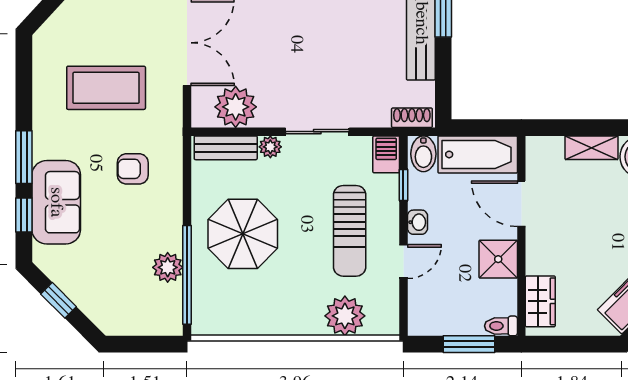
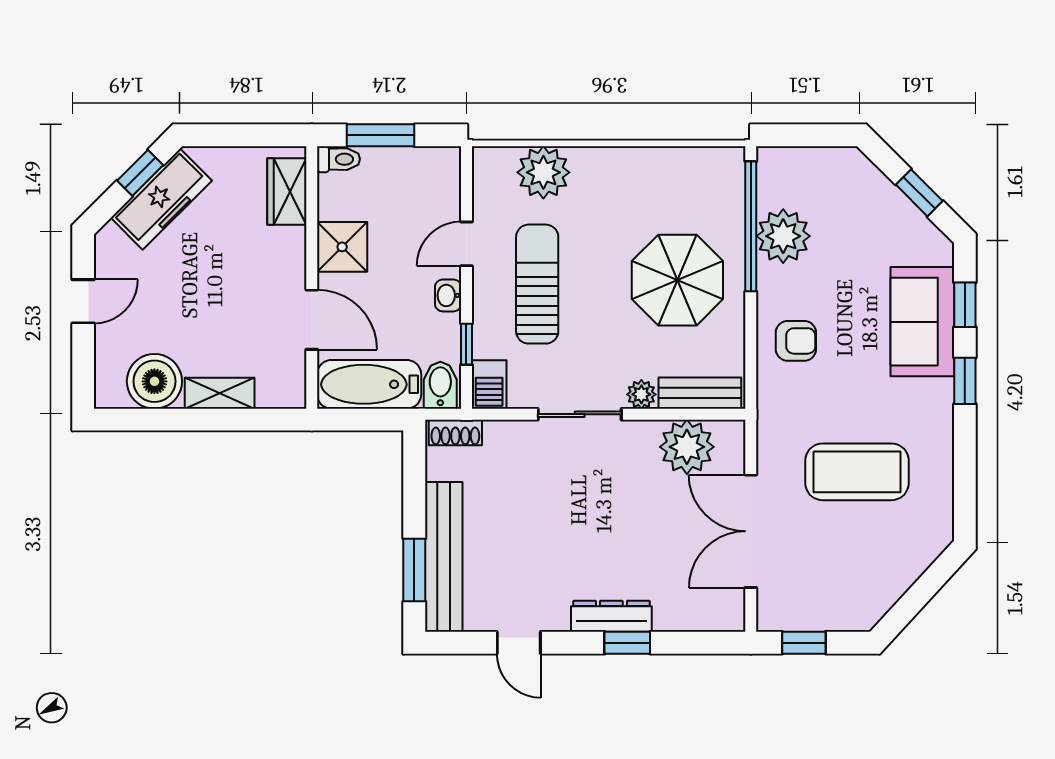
window: (24, 157) -> (965, 381), width x0.67
armchair: (133, 169) -> (796, 341), moved
plant: (168, 267) -> (783, 236), width x1.36, depth x1.36

